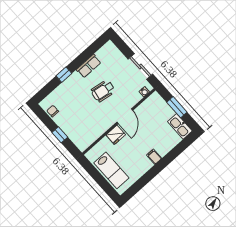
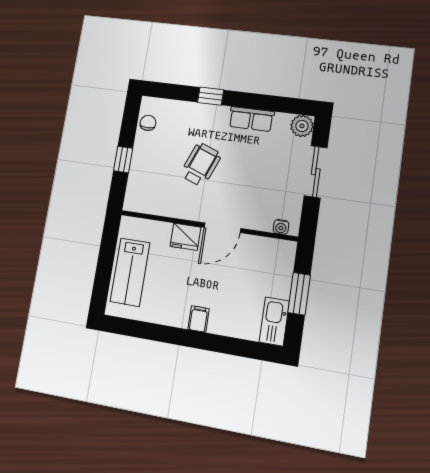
plant: (110, 48) -> (302, 126), added
sliding door: (140, 67) -> (316, 172), moved
wheelchair: (103, 91) -> (201, 165), moved, turned 102

